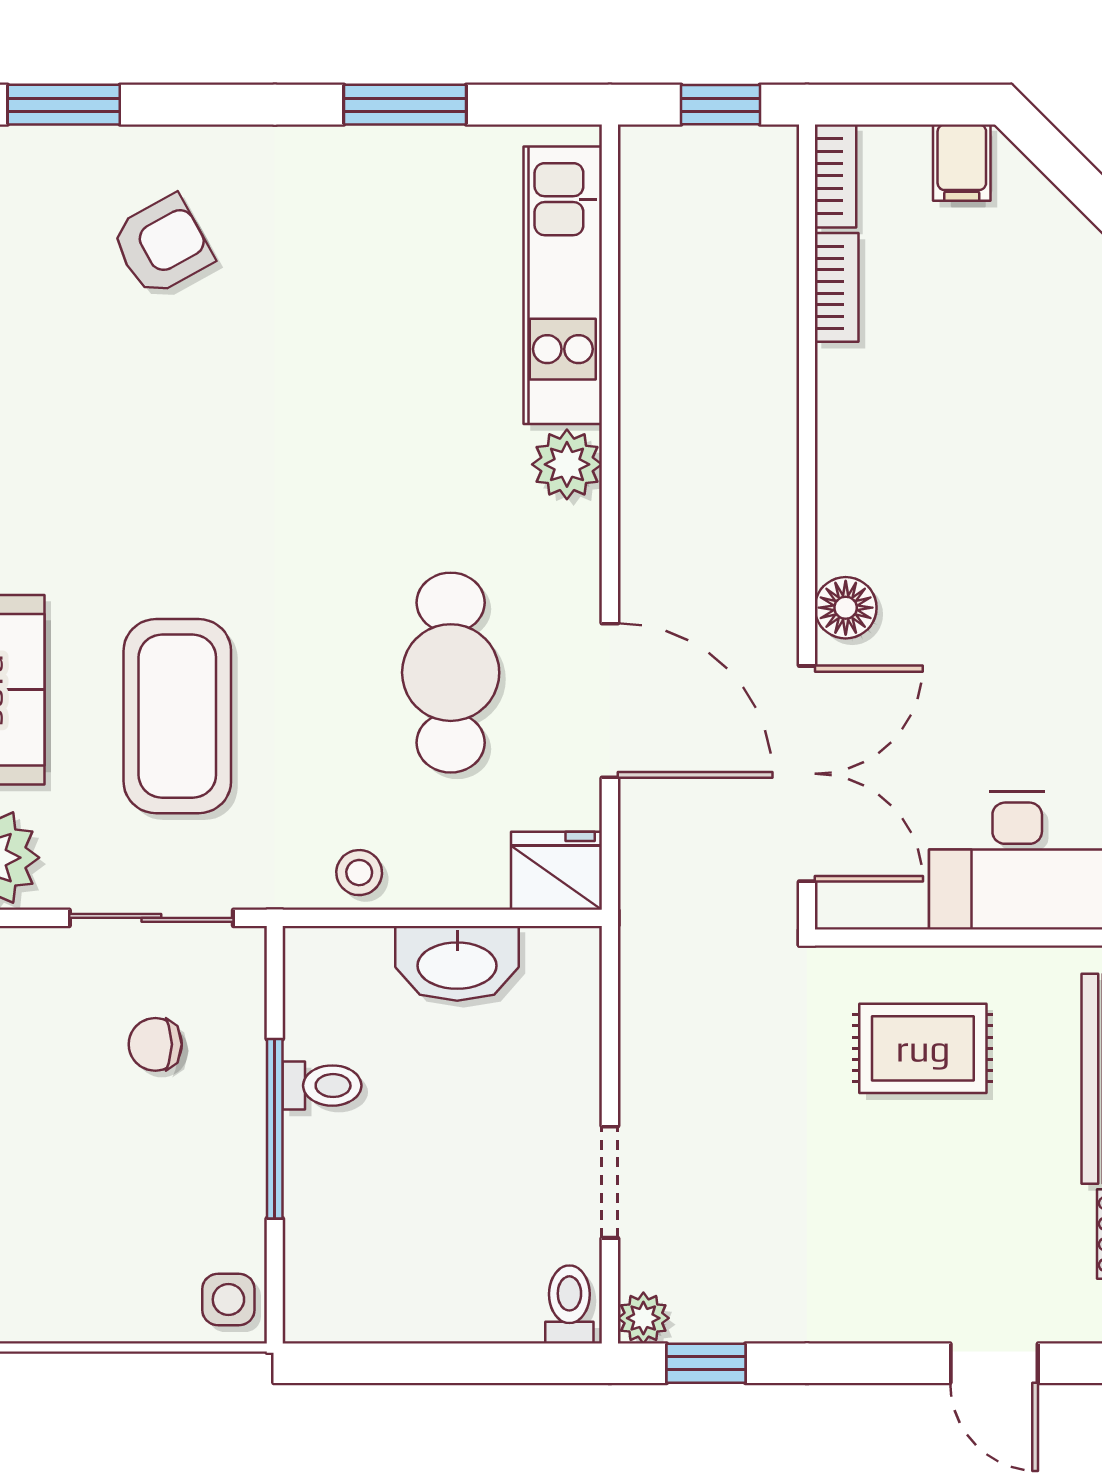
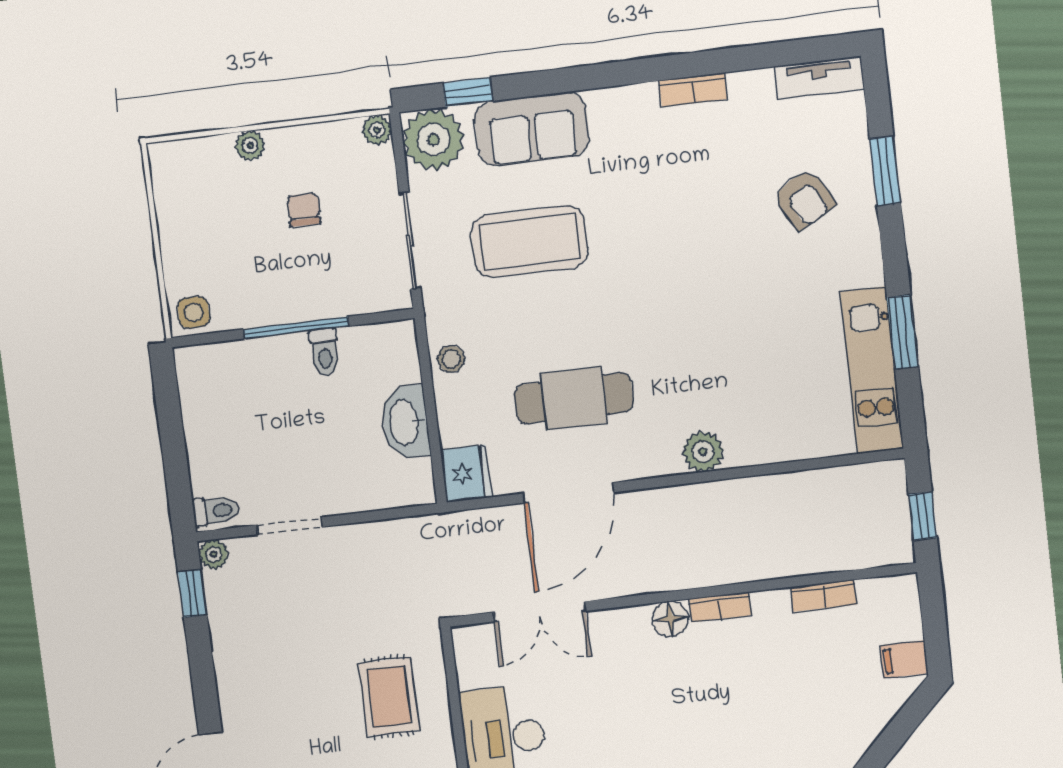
window: (64, 105) -> (885, 171), moved
bookcase: (835, 176) -> (720, 607), moved
kitchen unit: (563, 285) -> (872, 370), moved, turned -90
floor lamp: (846, 608) -> (670, 619), moved
double door: (807, 774) -> (540, 612), width x0.73
chair: (155, 1044) -> (304, 210), moved

